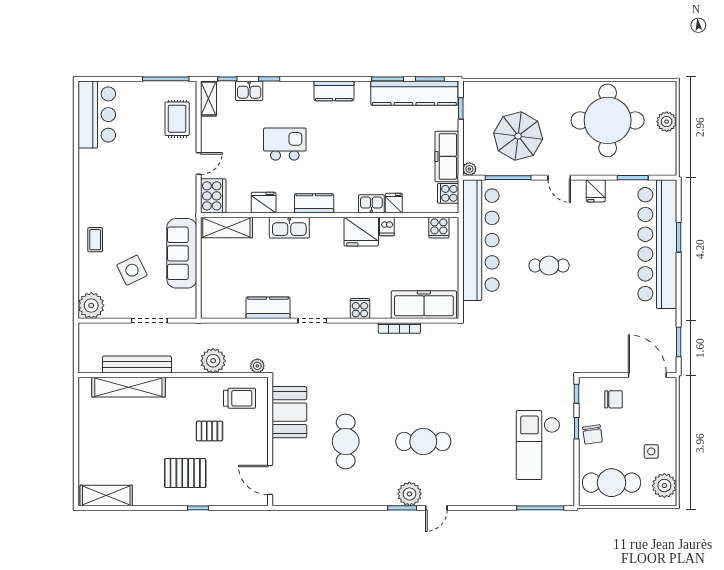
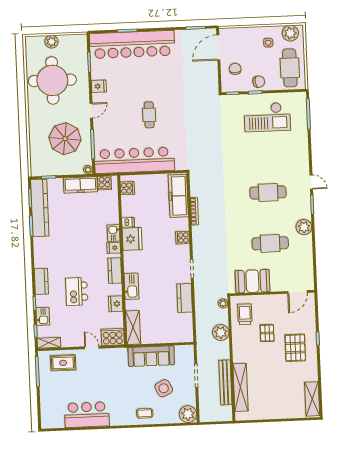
kitchen counter: (334, 91) -> (41, 281), moved
bar counter: (97, 115) -> (87, 415), moved
fridge: (394, 203) -> (114, 248), moved
cafe table: (423, 441) -> (268, 193), turned 90
plant: (409, 494) -> (304, 227), moved

